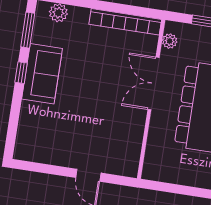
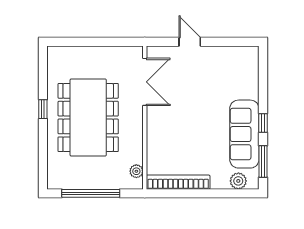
sofa: (42, 74) -> (244, 134), width x1.36
double door: (153, 83) -> (145, 82), moved

